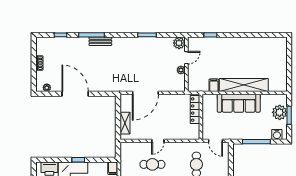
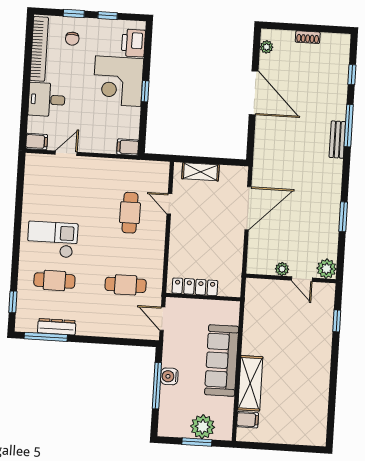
filing cabinet: (214, 85) -> (248, 420), moved
shelving: (244, 85) -> (250, 383), width x0.68
door: (145, 93) -> (248, 208), swing flipped
door: (75, 94) -> (254, 93), hinge flipped
locker: (195, 110) -> (195, 287), moved
water cooler: (277, 134) -> (169, 376), moved
door: (158, 141) -> (169, 204), moved
door: (216, 141) -> (162, 319), hinge flipped

